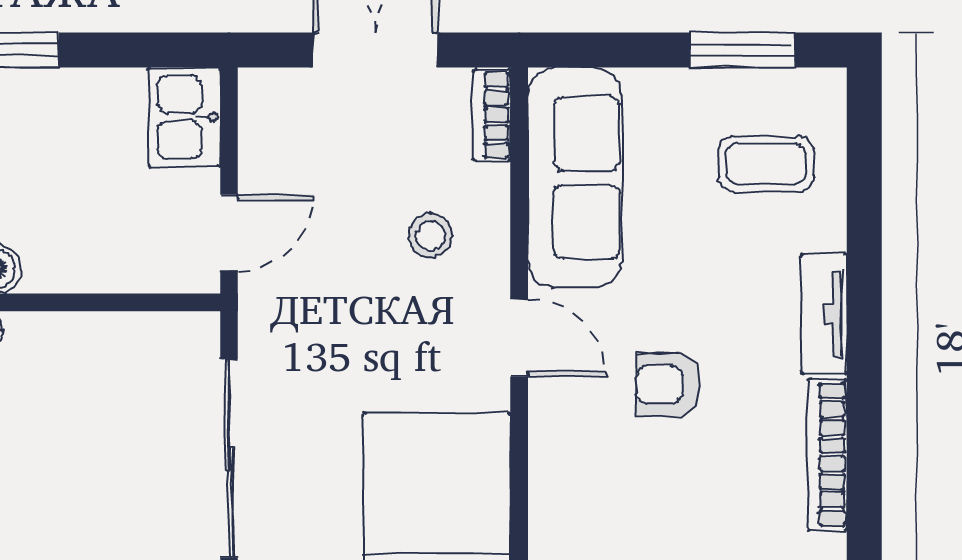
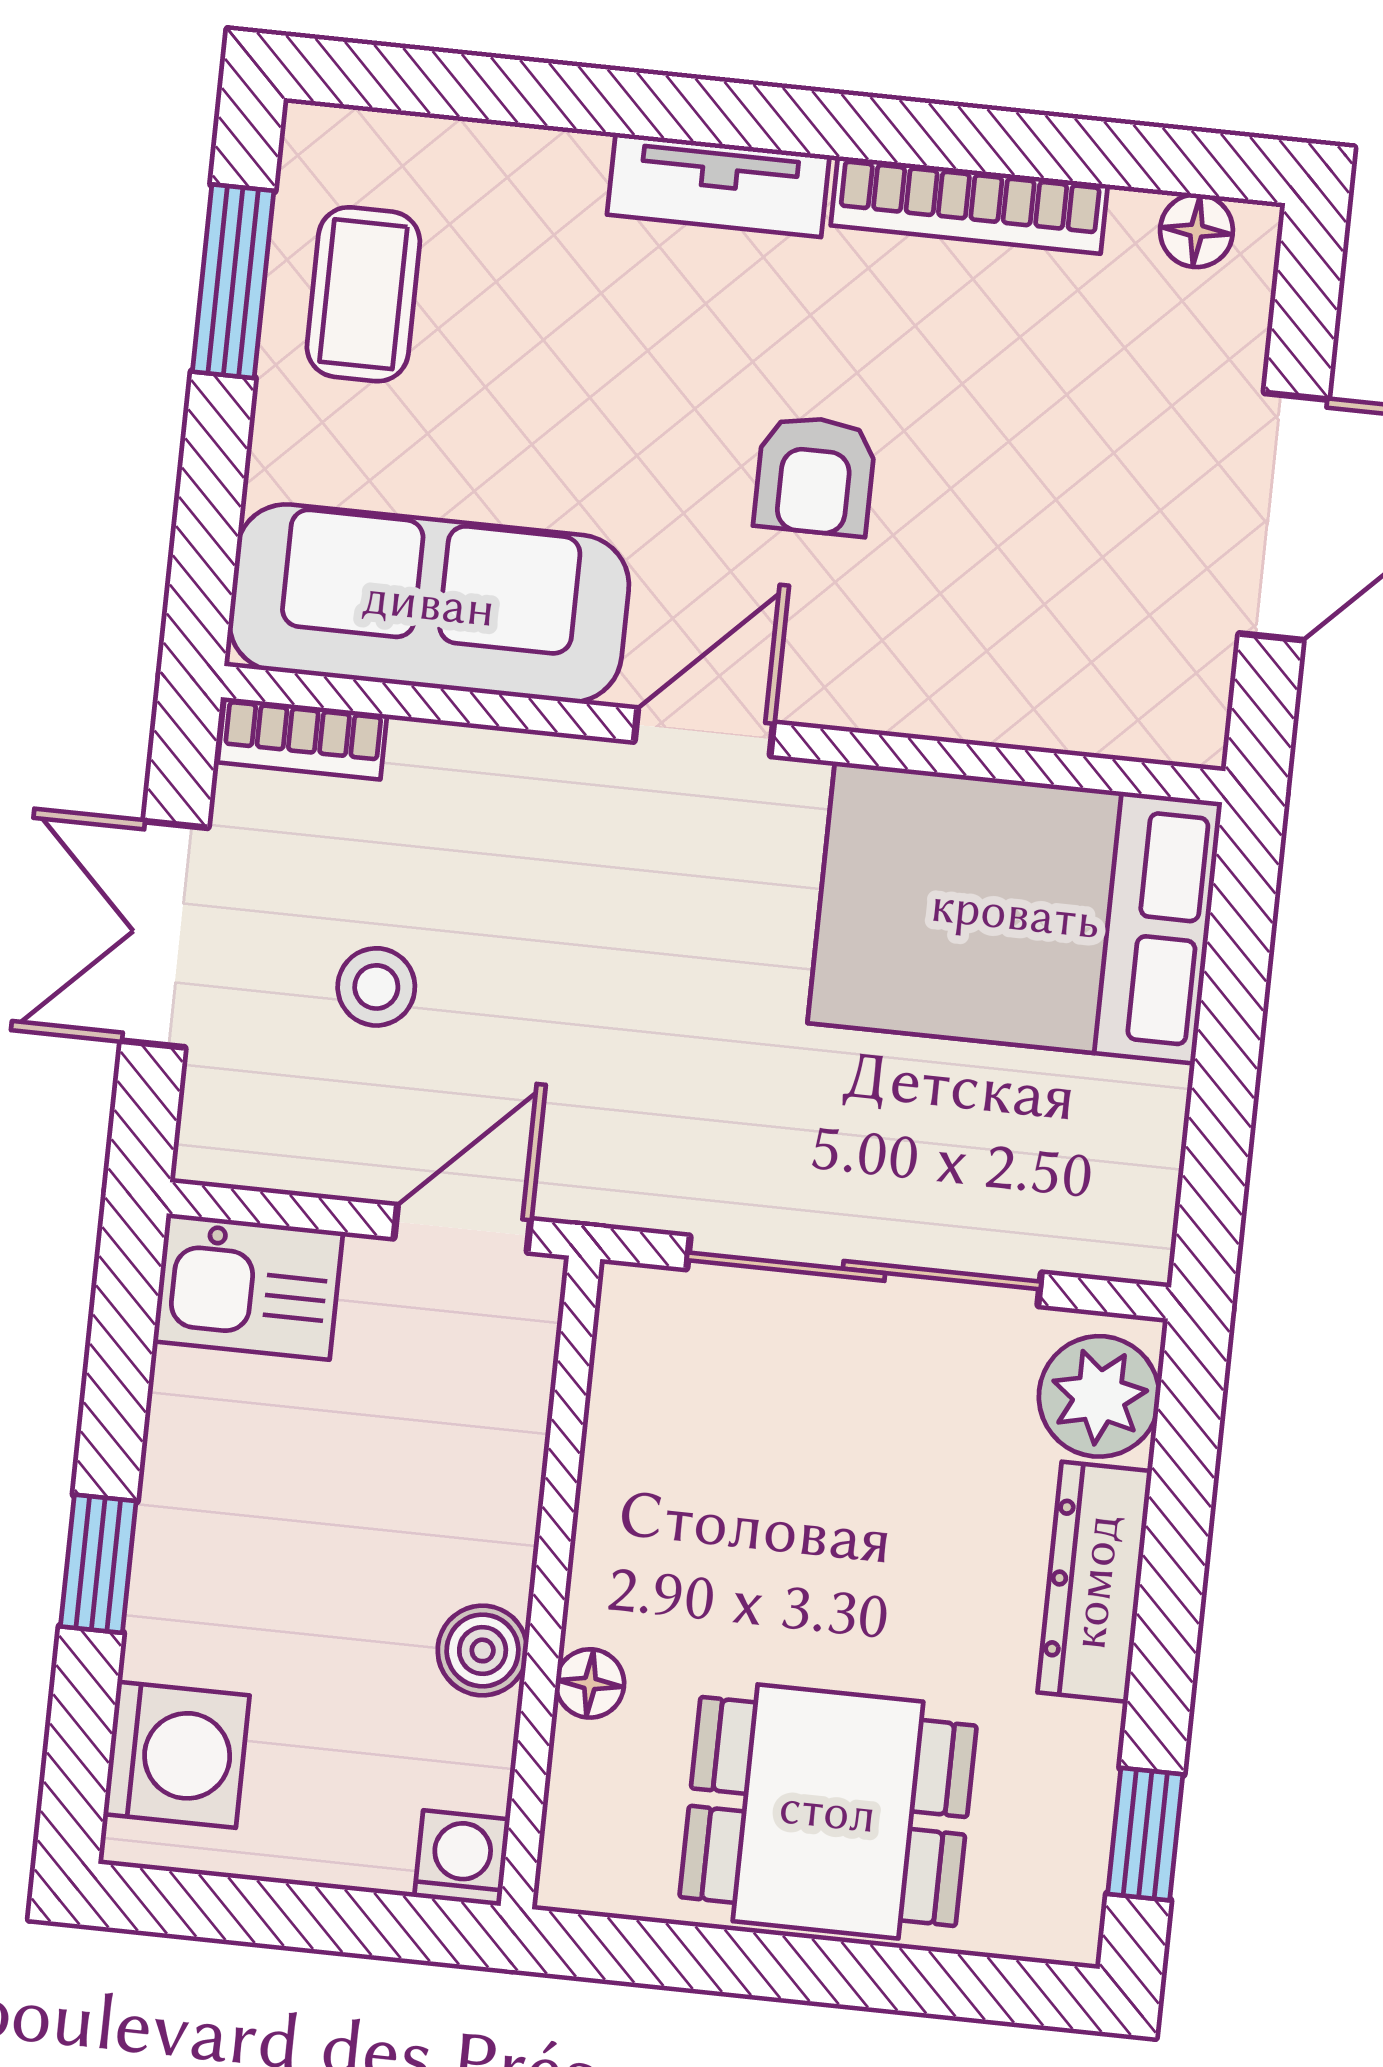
coffee table: (766, 164) -> (363, 294), moved
door: (229, 233) -> (462, 1229), hinge flipped
stool: (430, 236) -> (376, 987), moved

